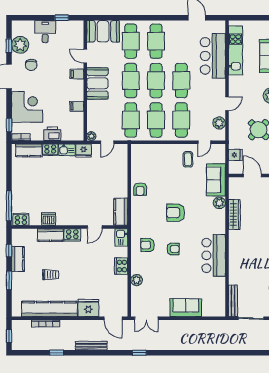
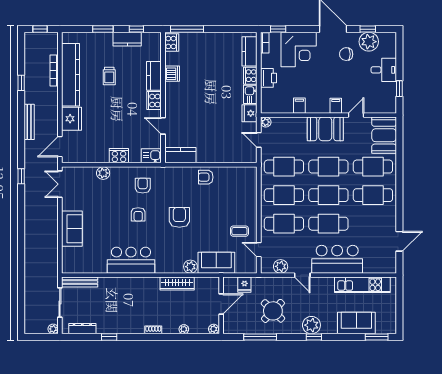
bar counter: (213, 56) -> (337, 259), moved

